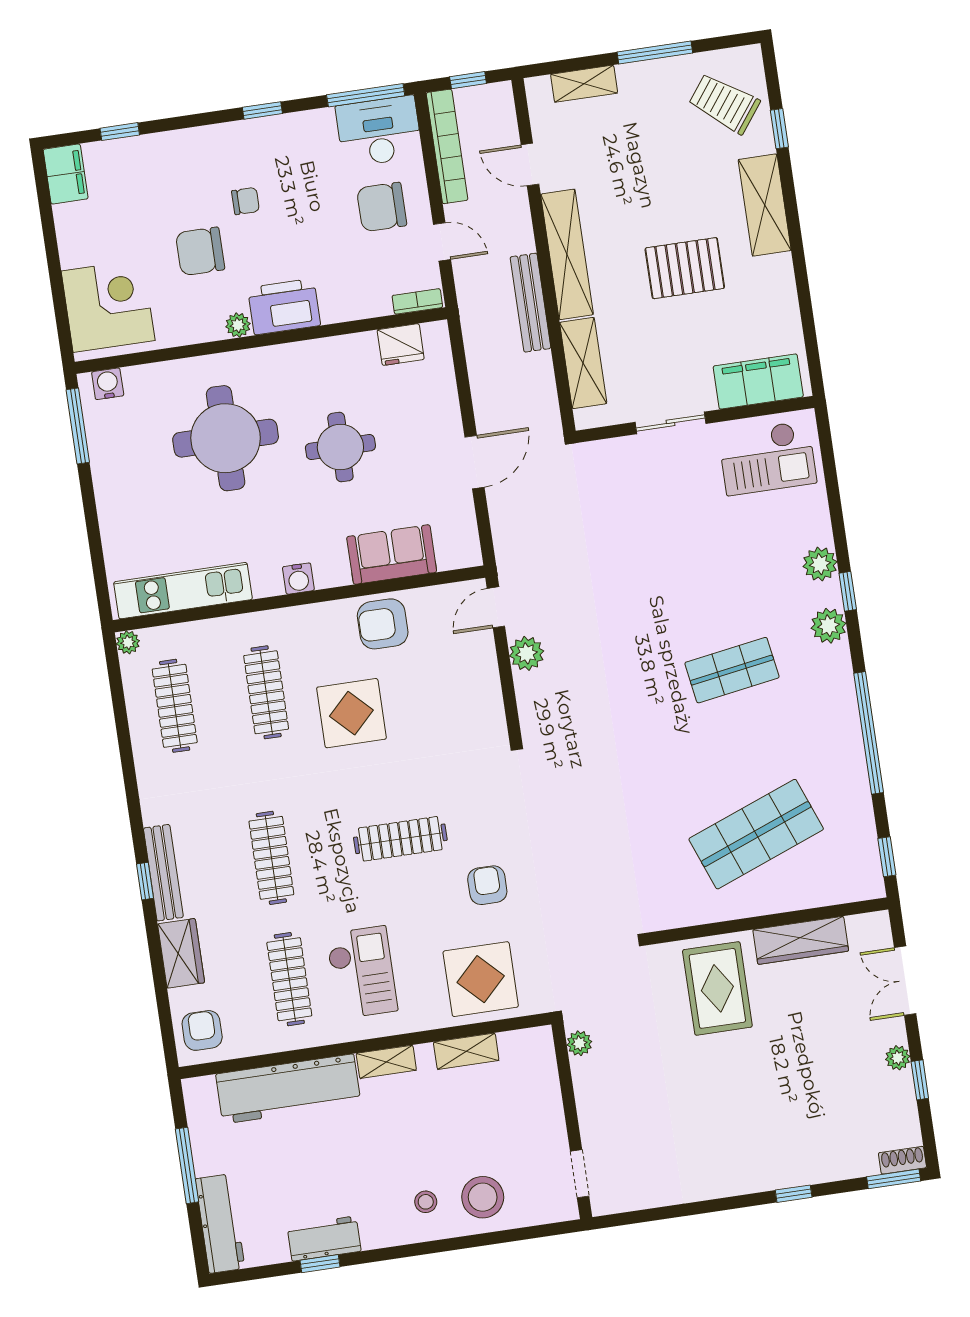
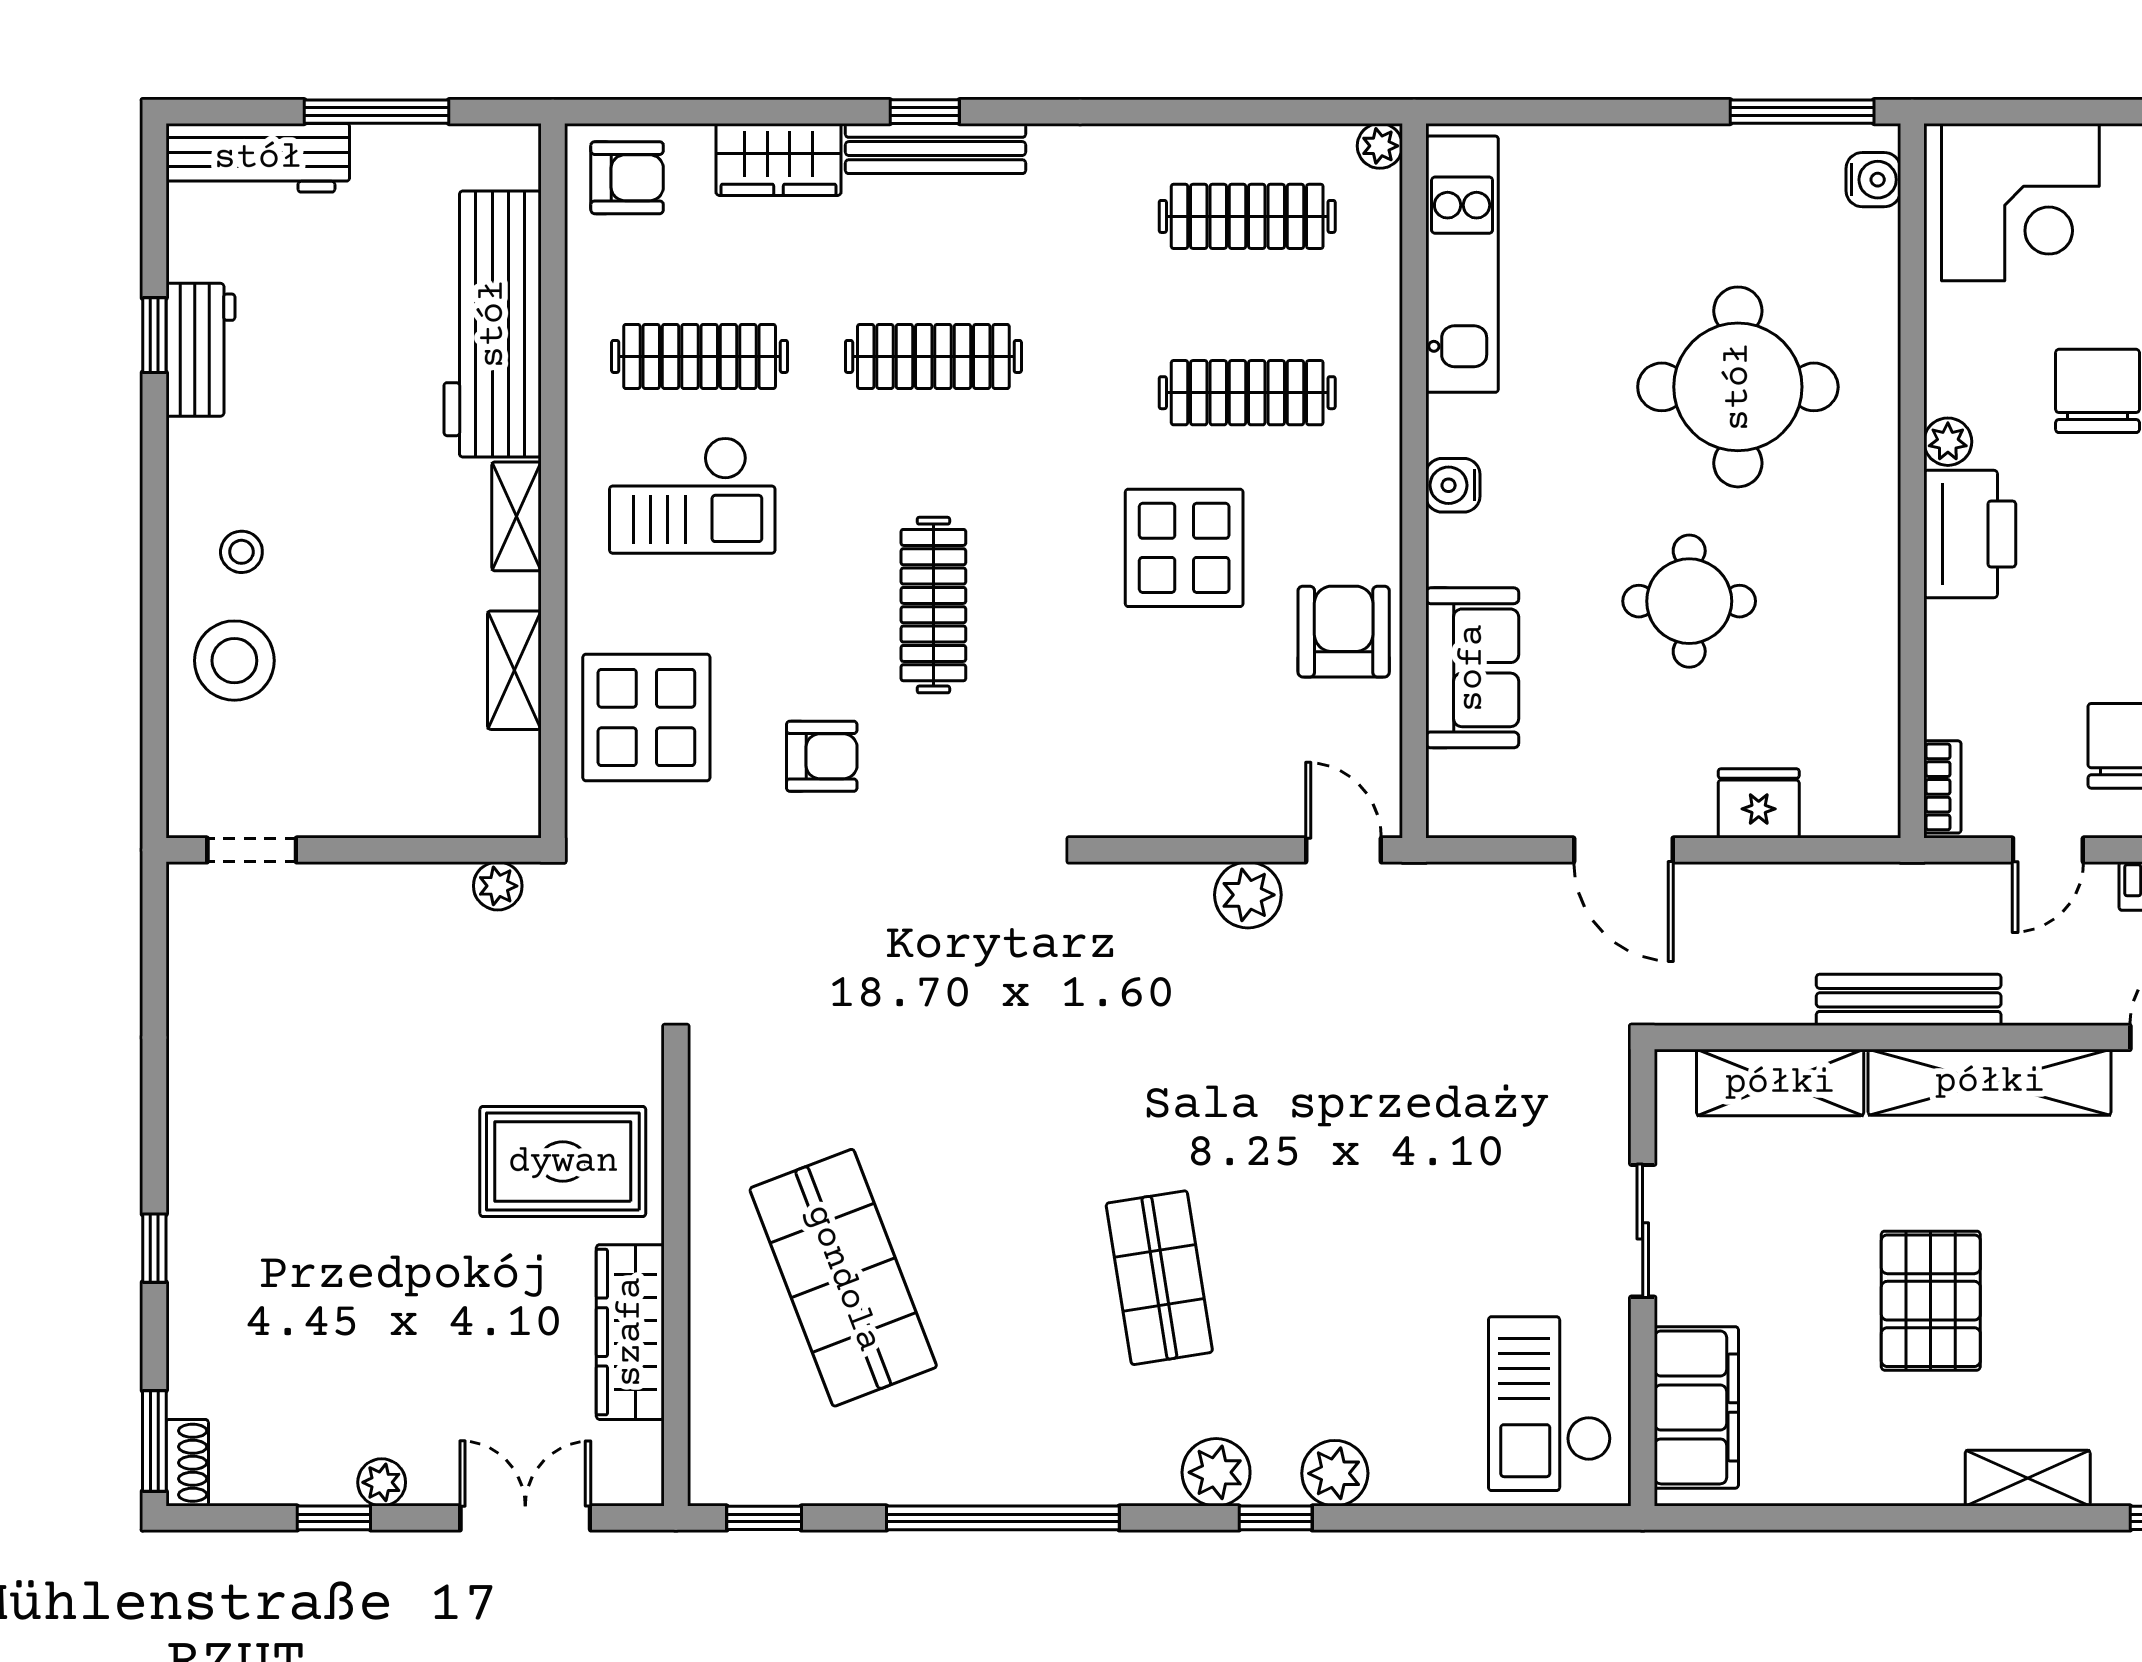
shelving: (765, 205) -> (2028, 1478), width x0.67, depth x0.75
fridge: (401, 345) -> (1759, 803), moved, turned 90

